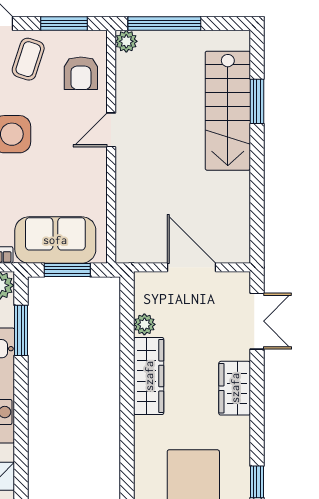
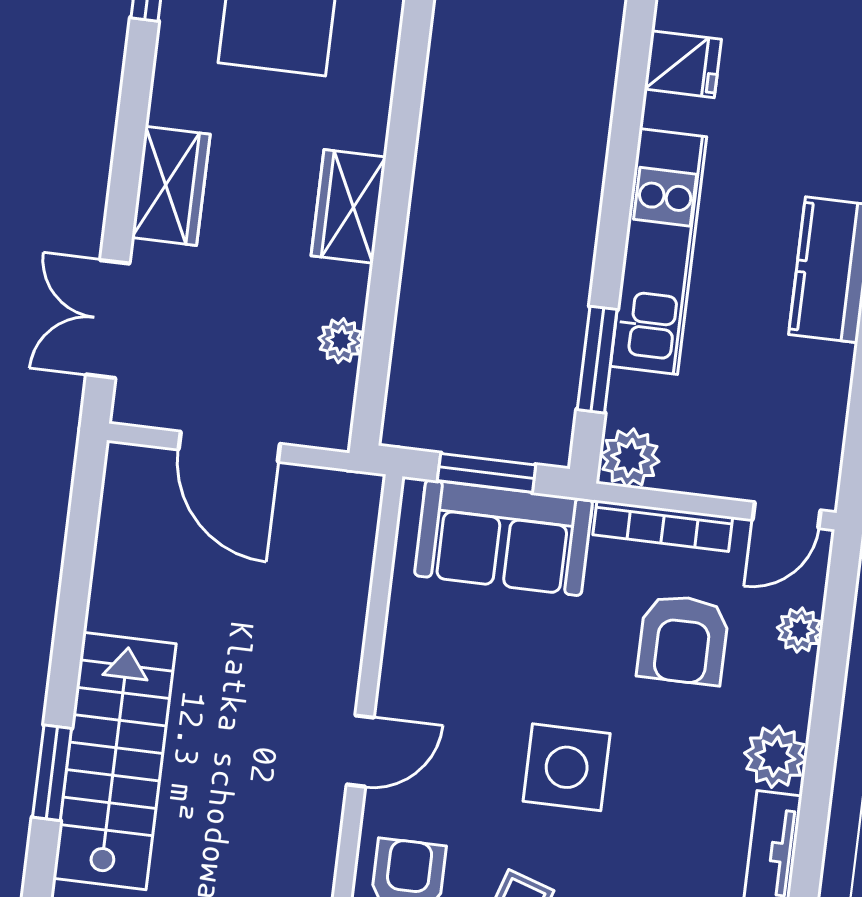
wardrobe: (149, 376) -> (349, 206), width x0.67

